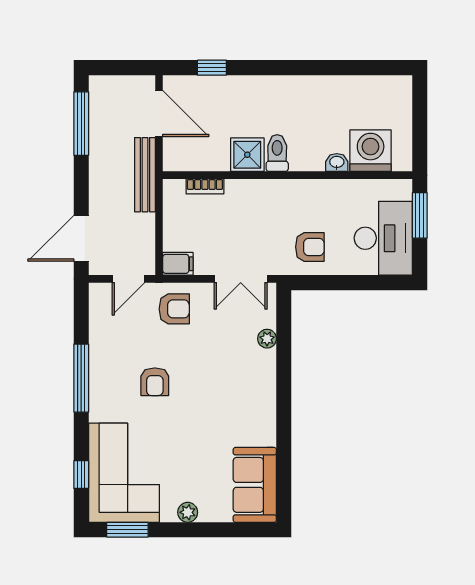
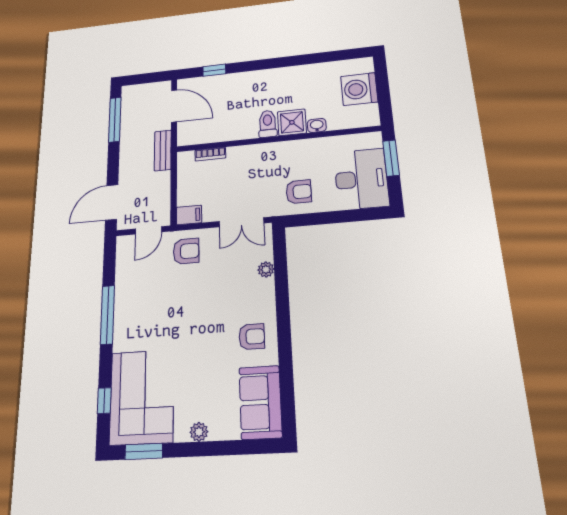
washing machine: (371, 151) -> (359, 89), moved, turned -90
shower: (247, 155) -> (292, 122), moved
bench: (145, 175) -> (163, 150), width x0.73
armchair: (155, 382) -> (252, 337), moved, turned -90

